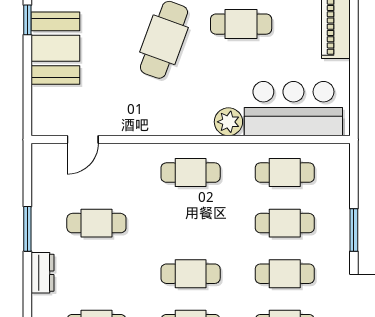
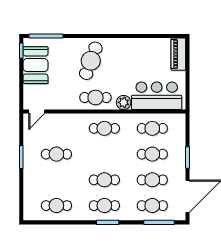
cafe table: (241, 24) -> (95, 98), moved
door: (83, 140) -> (37, 112), moved
dresser: (42, 273) -> (29, 179), removed

